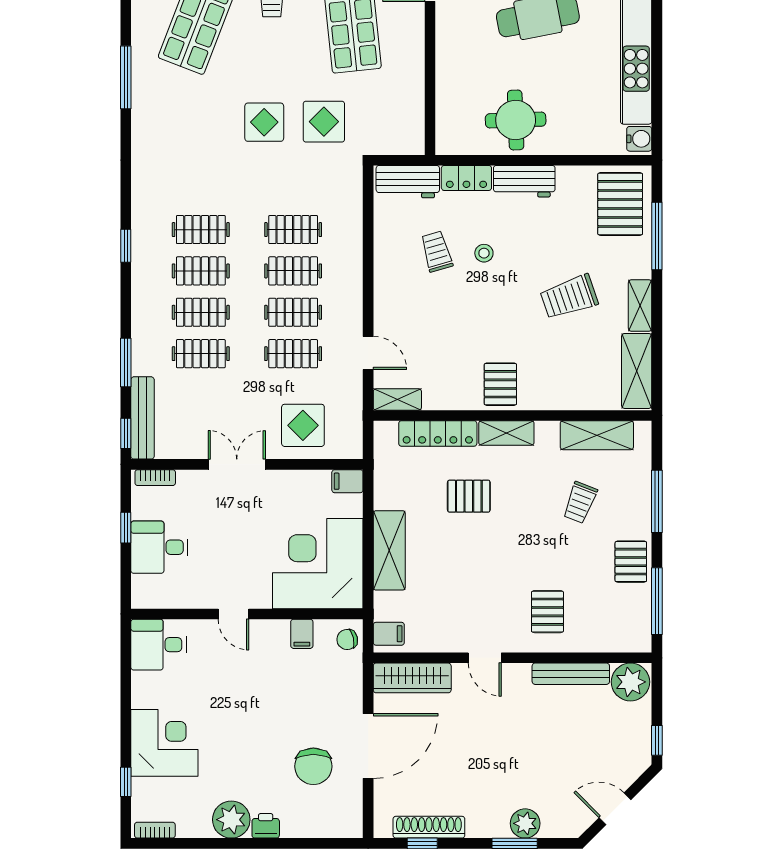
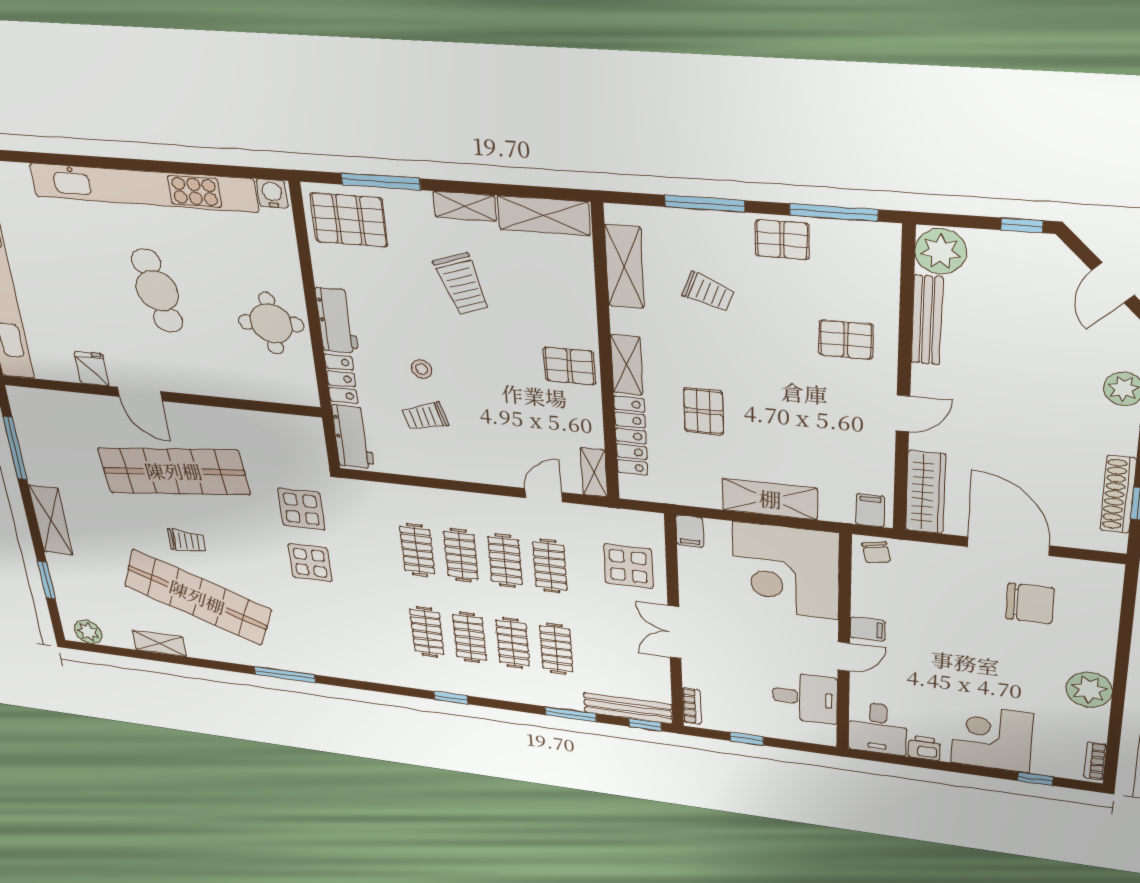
desk: (159, 547) -> (805, 698), moved, turned -90
filing cabinet: (302, 634) -> (868, 629), moved
printer: (266, 826) -> (924, 748), moved, turned 90

